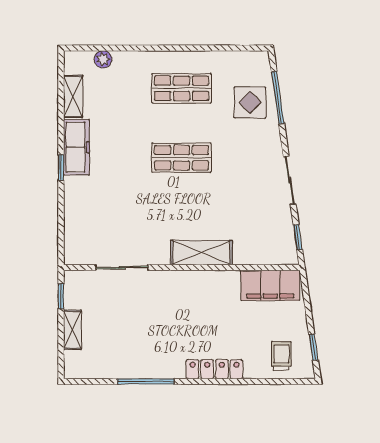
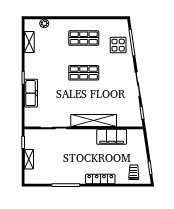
freezer: (76, 147) -> (31, 93), moved
shelving: (201, 253) -> (94, 120), width x1.47
filing cabinet: (270, 285) -> (112, 137), moved

